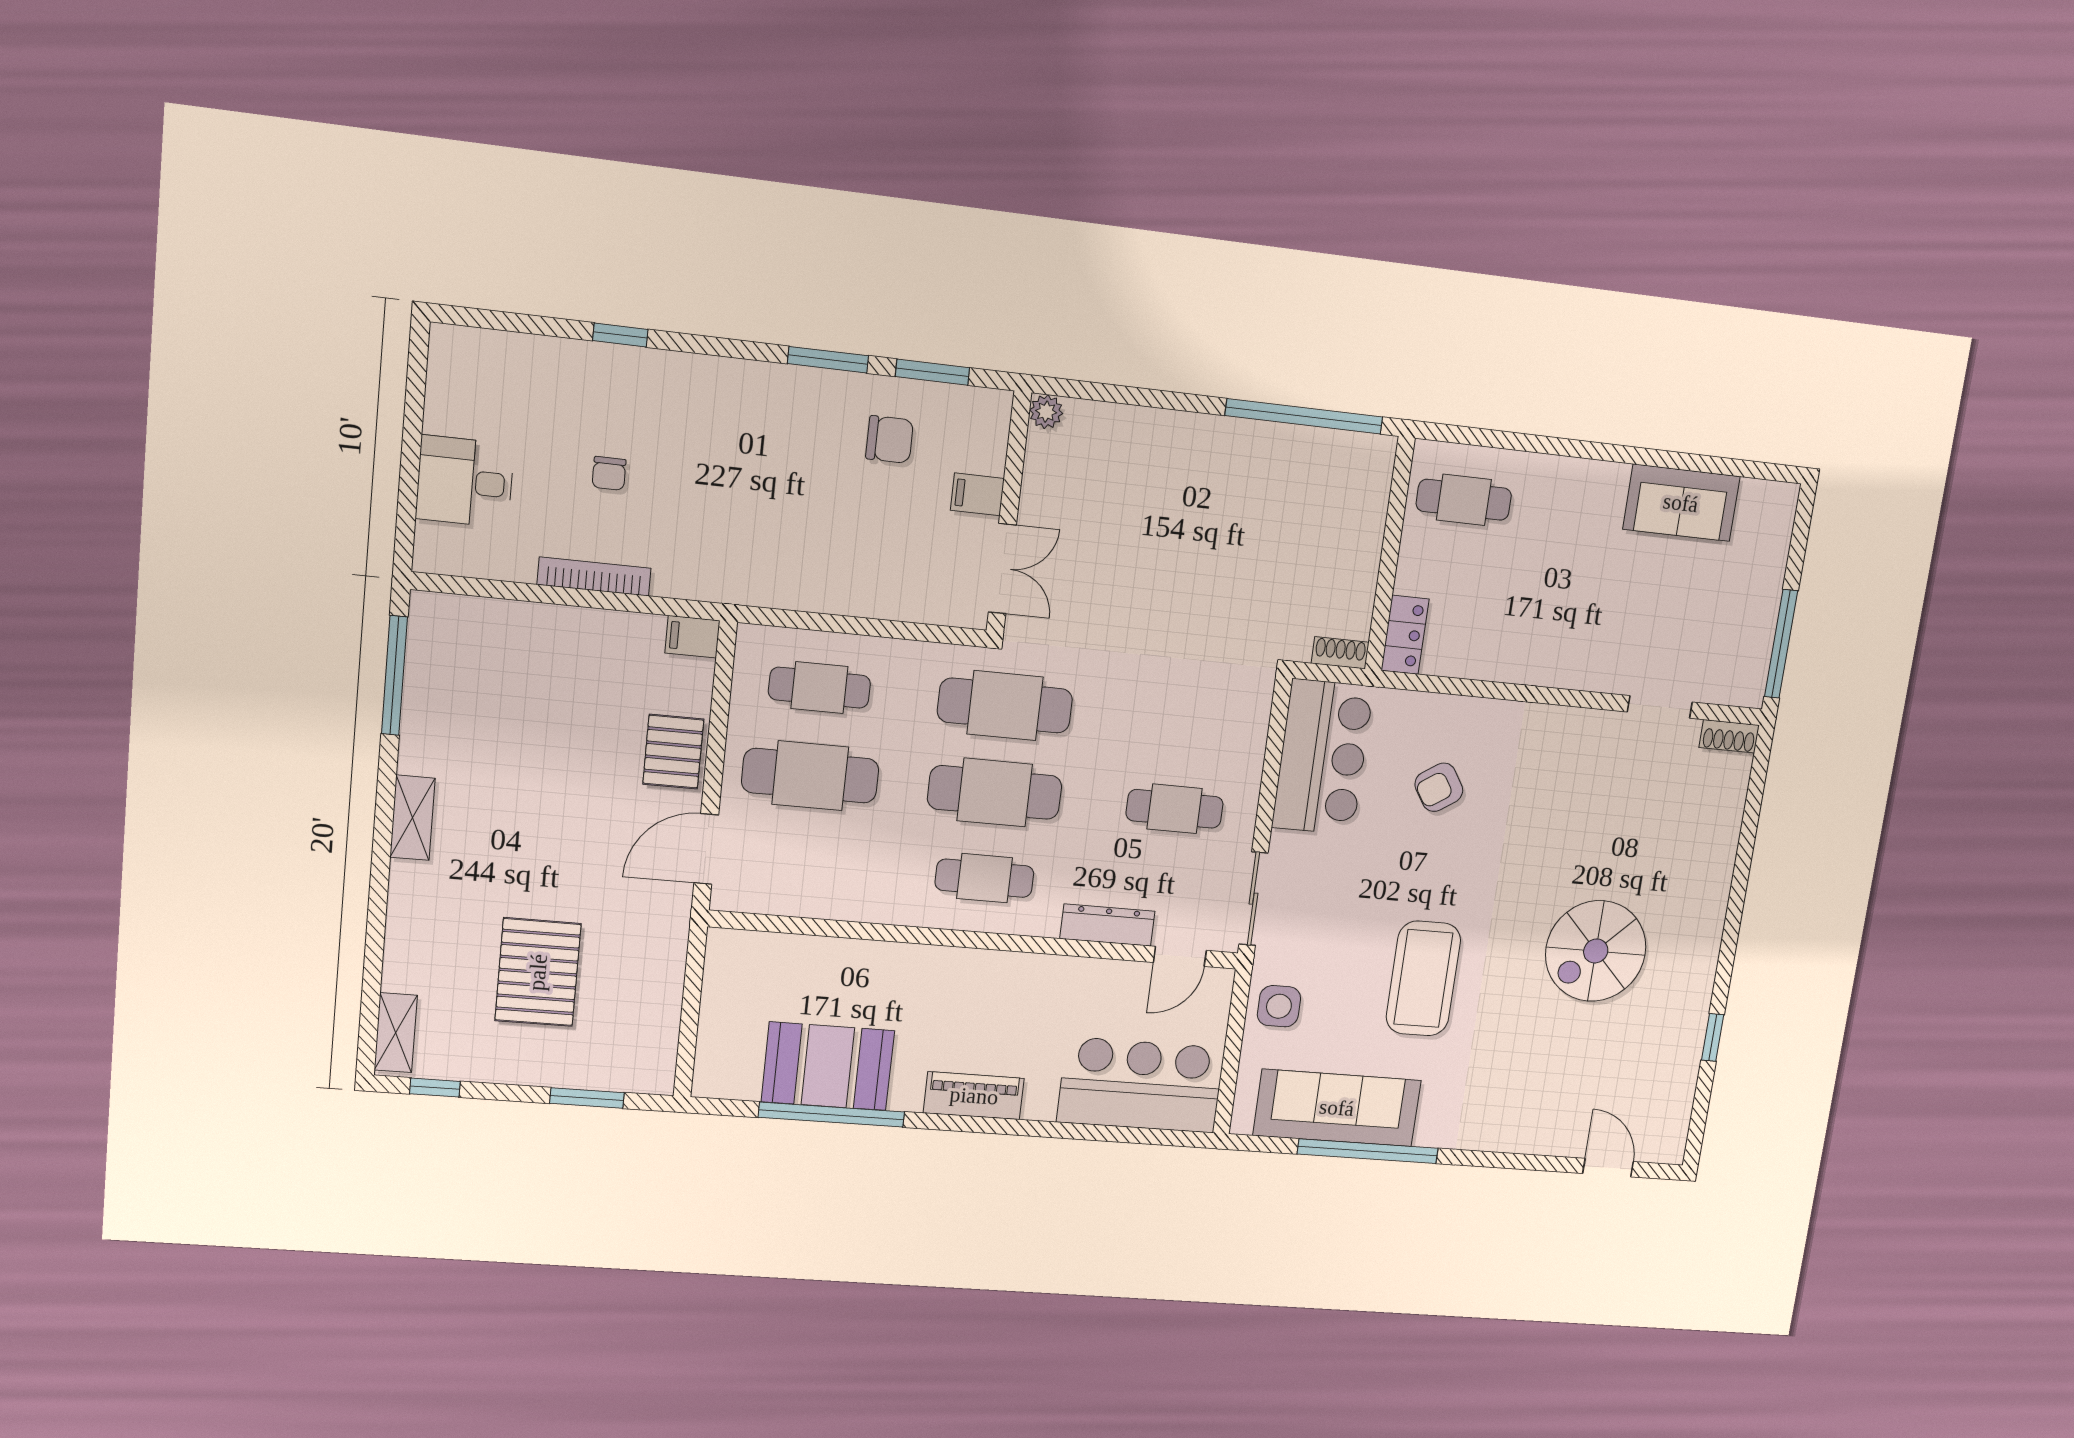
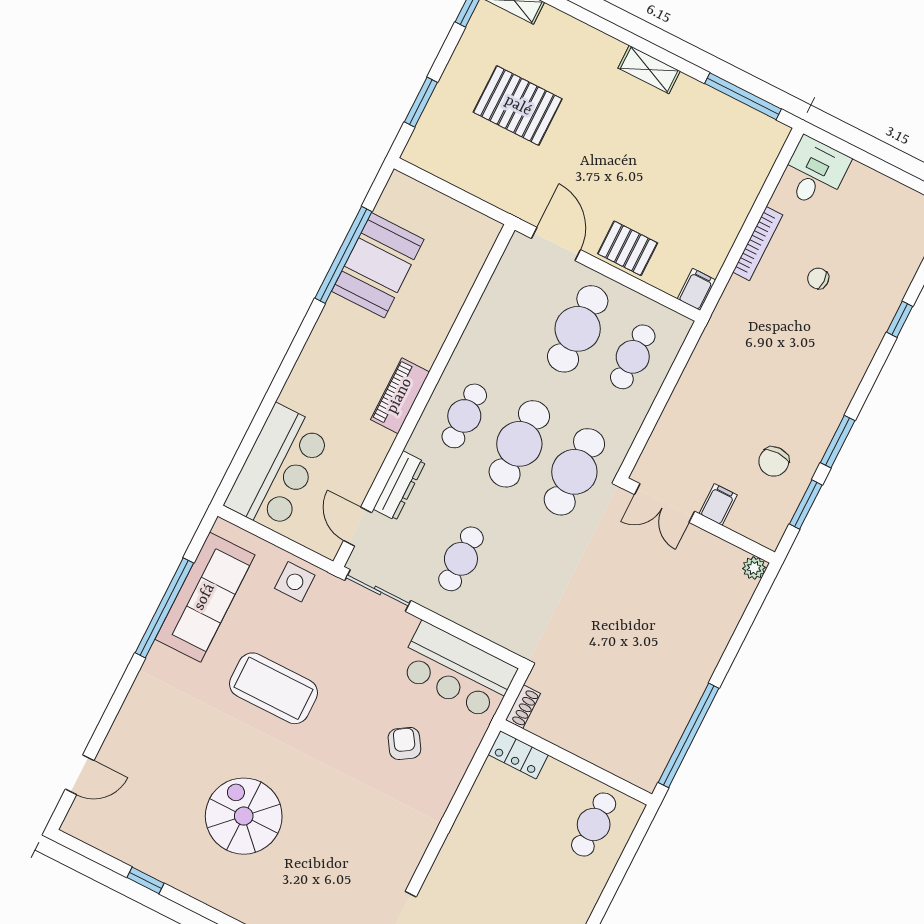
desk: (465, 482) -> (814, 173), moved
piano: (974, 1096) -> (400, 396), moved, turned 180

